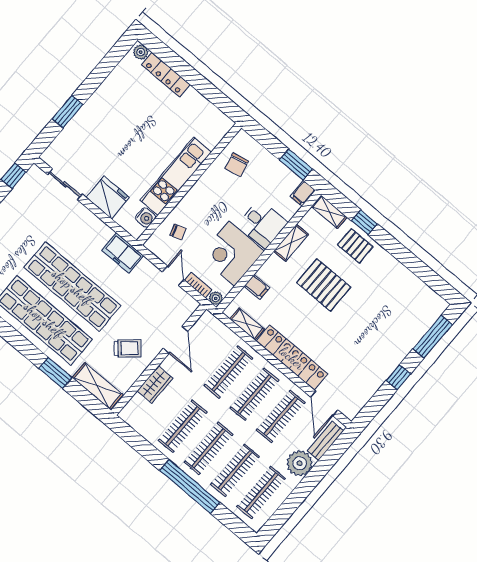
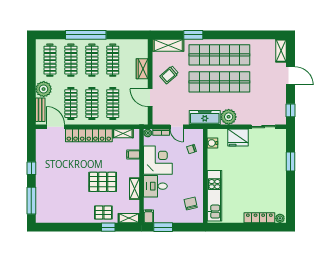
kitchen unit: (176, 176) -> (215, 196), moved
plant: (98, 233) -> (229, 117), added
freezer: (123, 253) -> (205, 117), width x1.40

